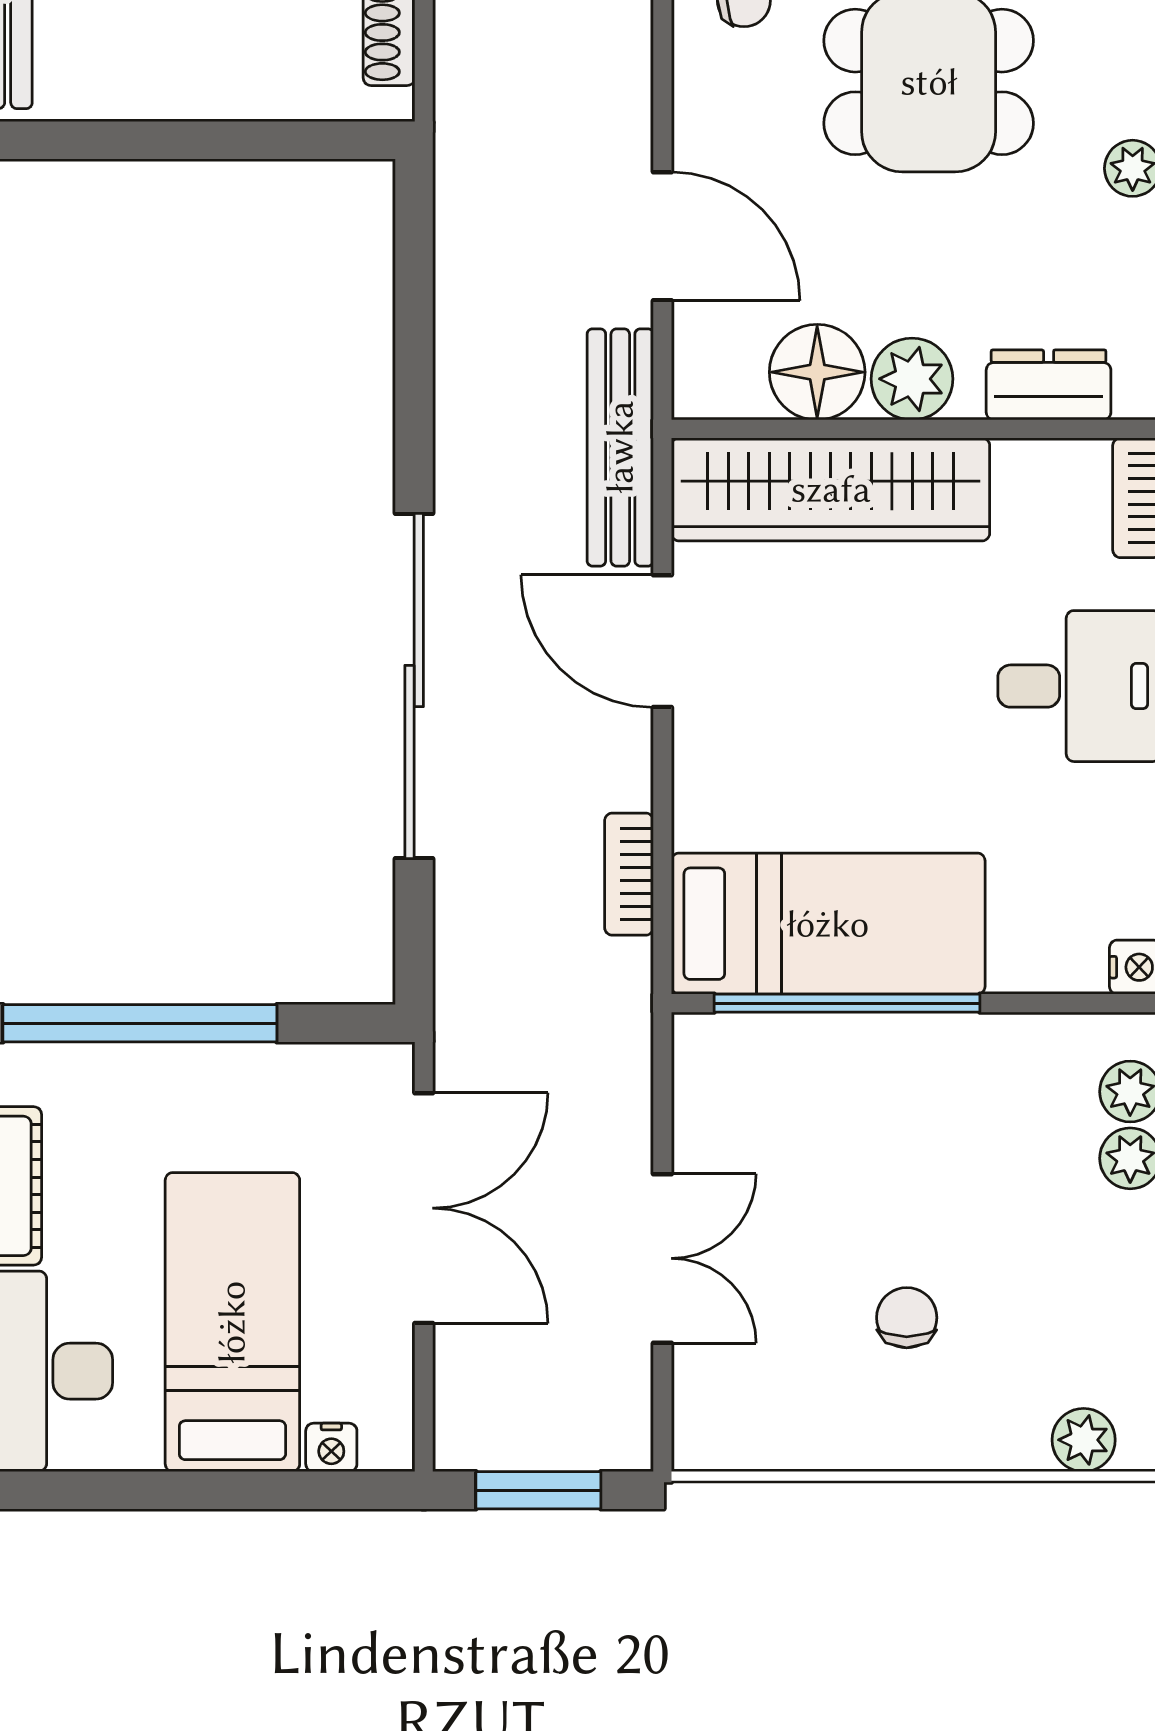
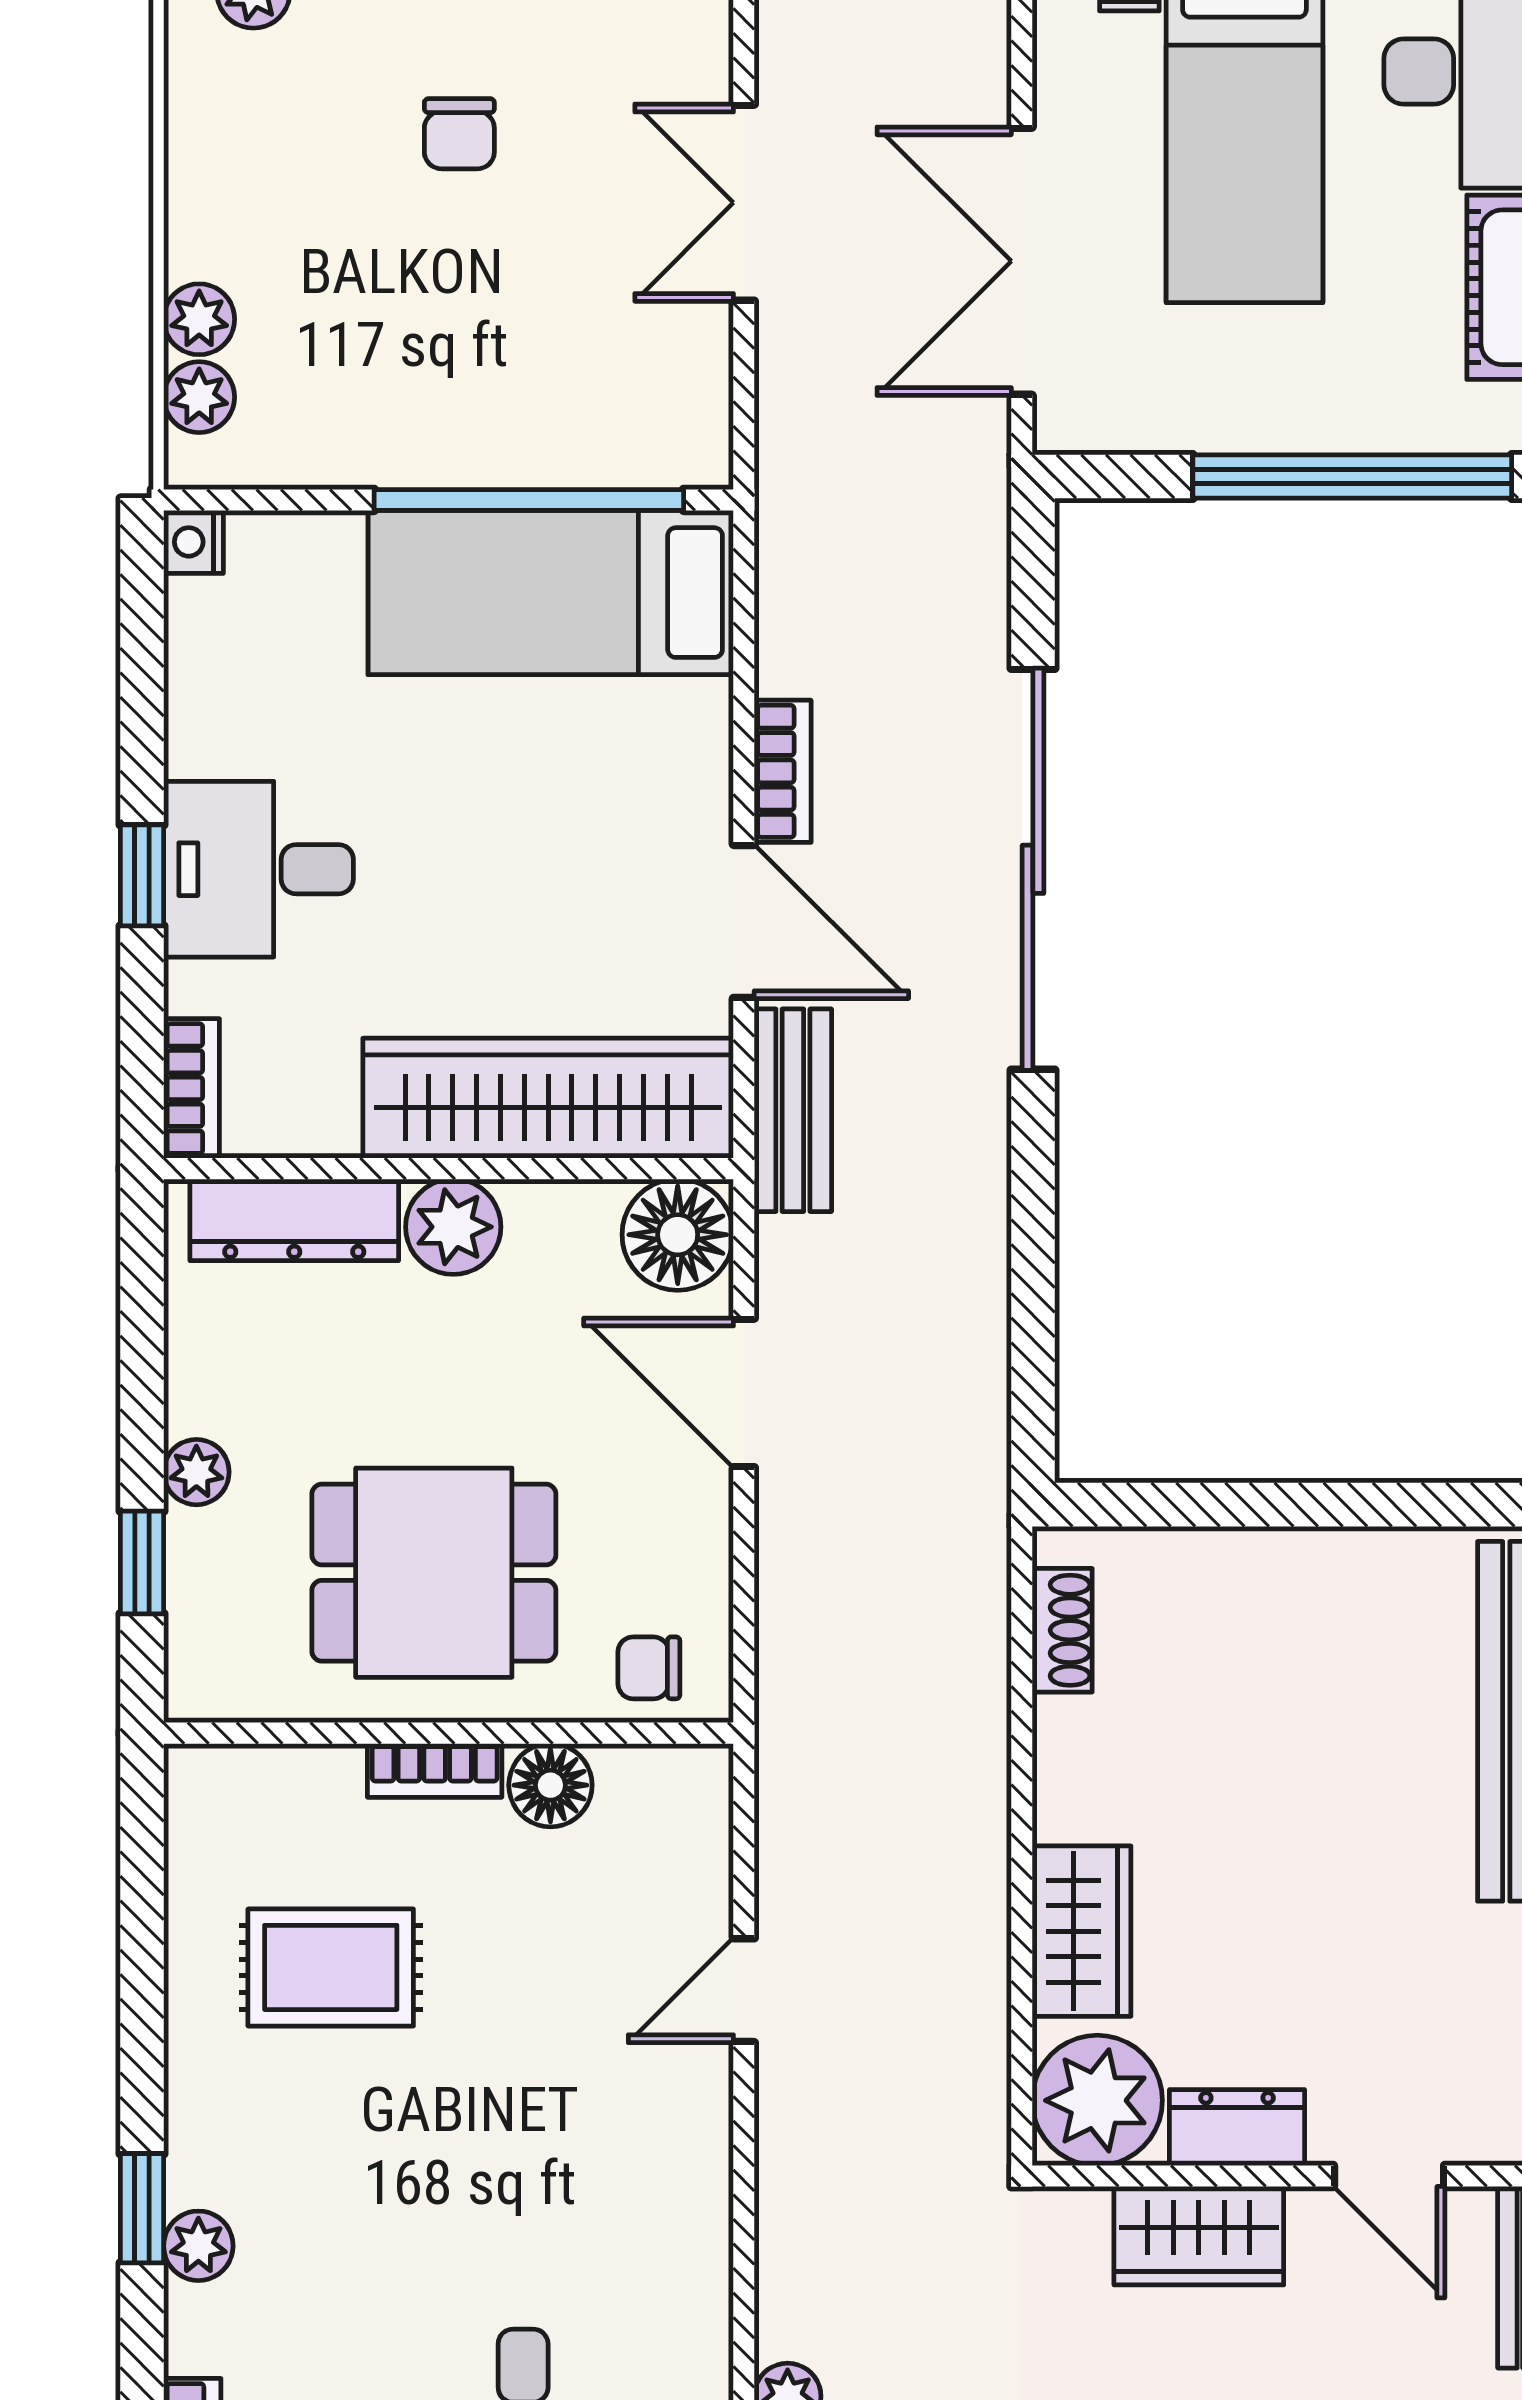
floor lamp: (817, 372) -> (678, 1235), moved
dresser: (1049, 385) -> (294, 1220), width x1.44
bench: (620, 447) -> (793, 1110), width x0.73
bookcase: (629, 874) -> (783, 771), moved

